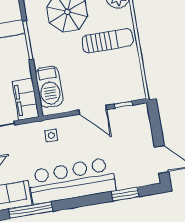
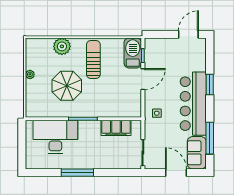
barbecue: (49, 87) -> (133, 53), moved, turned -90
filing cabinet: (26, 99) -> (116, 128), moved
window: (125, 194) -> (210, 84), moved

